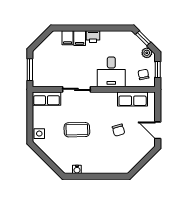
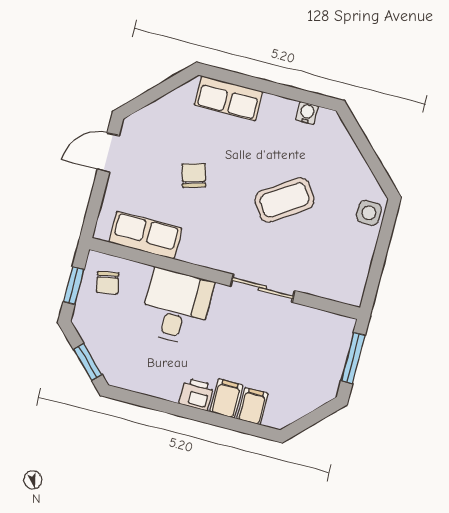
plant: (147, 53) -> (88, 328), removed
row of seats: (46, 99) -> (229, 98), moved, turned 180
coffee table: (77, 130) -> (284, 200), turned -33
door: (158, 130) -> (108, 152), swing flipped

